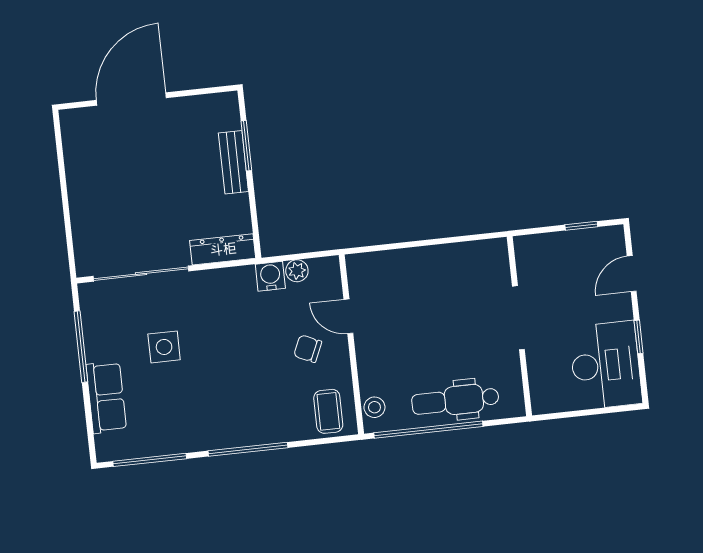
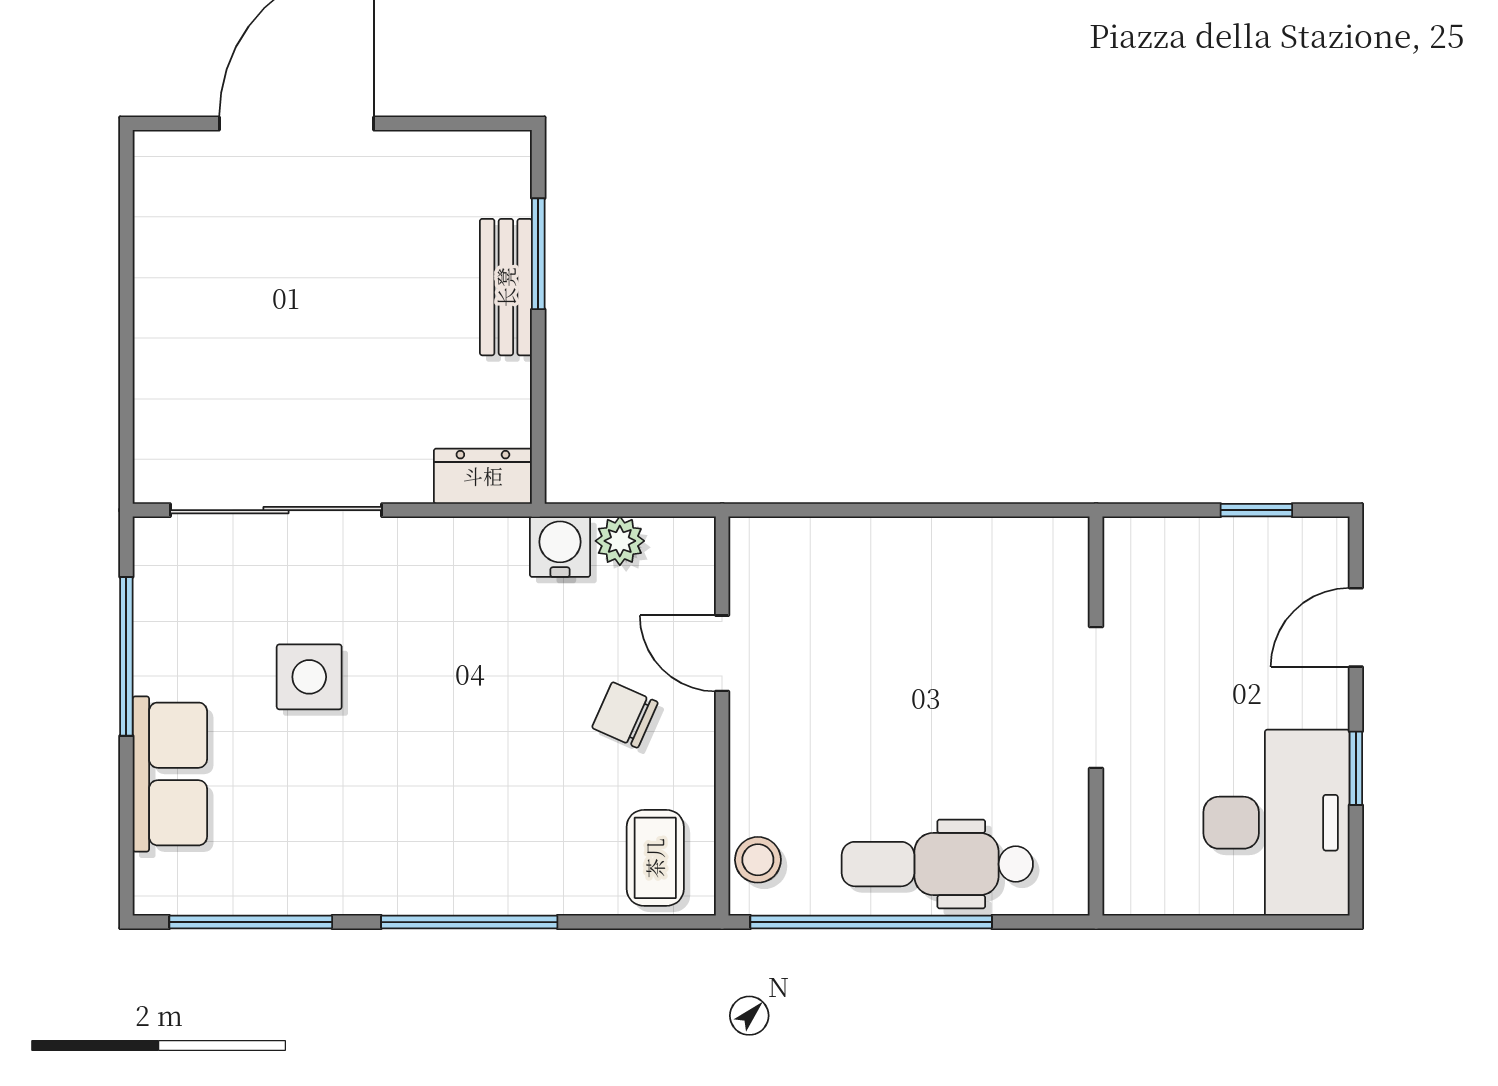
dresser: (223, 249) -> (483, 476), width x0.70

